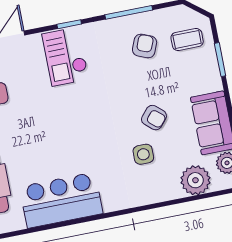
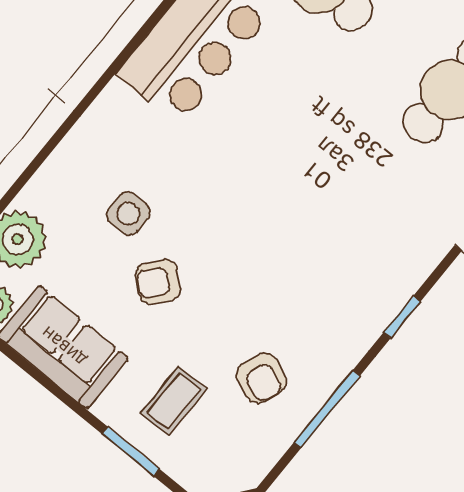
coffee table: (187, 39) -> (174, 401), moved
checkout: (65, 57) -> (367, 264), removed

